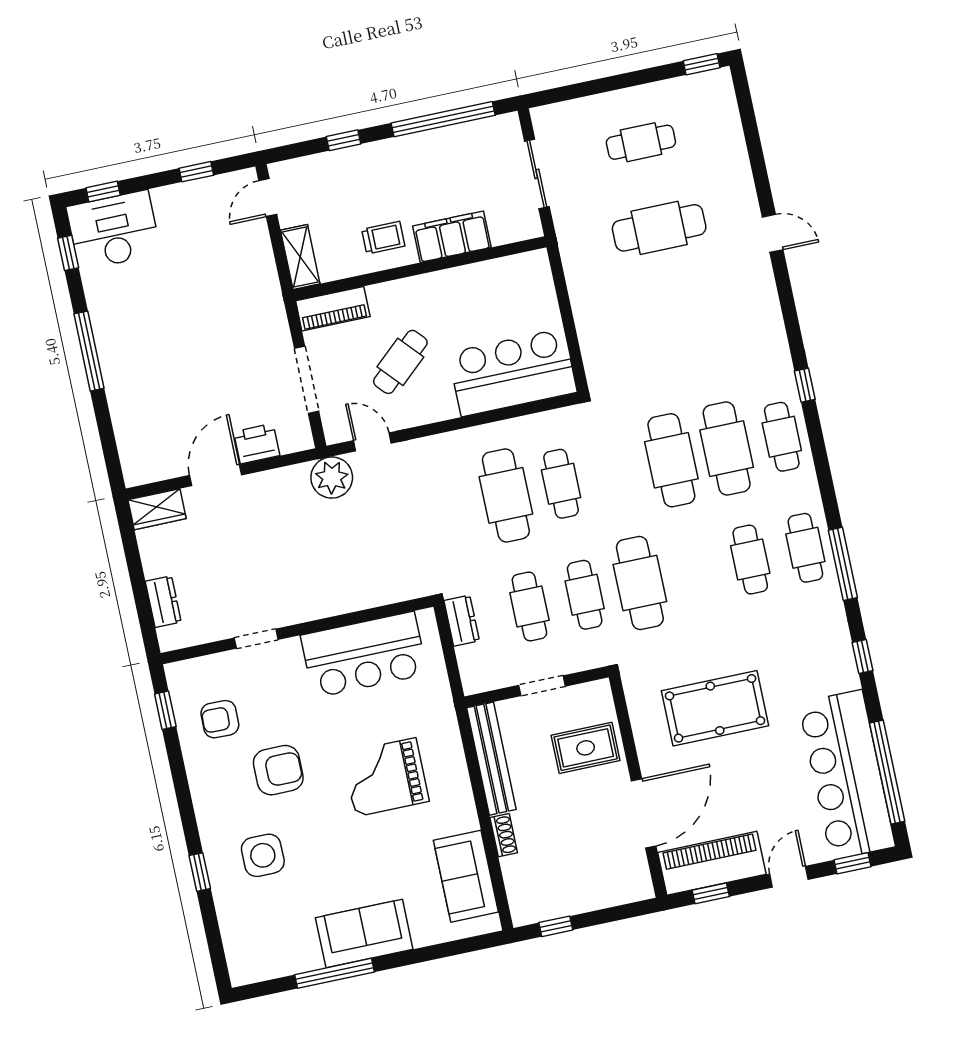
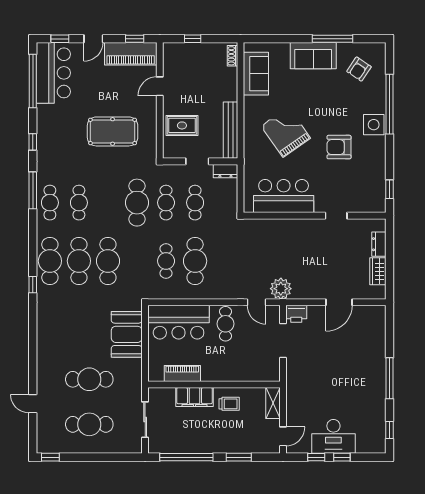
window: (344, 140) -> (239, 457), width x1.50
cafe table: (641, 142) -> (89, 424), width x1.37, depth x1.35
window: (103, 191) -> (342, 457), moved
desk: (114, 230) -> (333, 436), moved
door: (773, 233) -> (33, 404), moved
trolley: (383, 238) -> (229, 404), turned 180
piano: (333, 309) -> (182, 373), moved
booth: (606, 328) -> (127, 334), added
cafe table: (400, 362) -> (226, 324), moved, turned -48
cafe table: (782, 437) -> (50, 261), width x1.37, depth x1.35
printer: (257, 444) -> (296, 314), moved
wardrobe: (157, 509) -> (378, 271), moved, turned -90
dresser: (462, 621) -> (225, 171), moved, turned -90
armchair: (220, 719) -> (359, 69), moved, turned 123
bar counter: (847, 775) -> (53, 73), width x0.73
grand piano: (386, 777) -> (286, 132), turned -125
door: (644, 813) -> (160, 86), width x0.53
shoe rack: (504, 835) -> (232, 56), moved
side table: (263, 855) -> (374, 125), moved
window: (200, 872) -> (389, 104), width x3.17
window: (556, 926) -> (193, 39), moved

